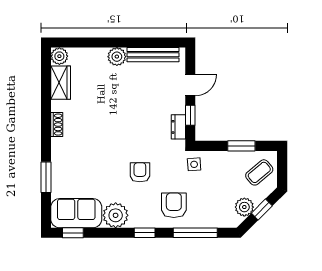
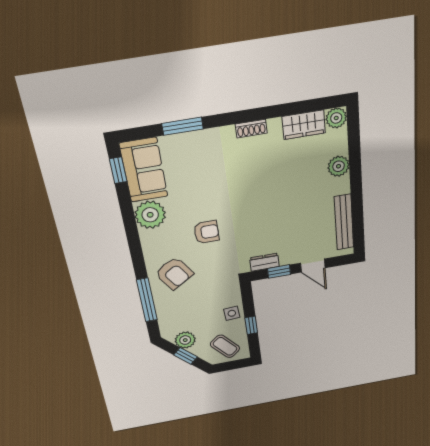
plant: (117, 57) -> (339, 166), moved
window: (241, 146) -> (251, 325), width x0.67
side table: (194, 164) -> (232, 313), moved
armchair: (174, 205) -> (174, 273), turned 57
window: (145, 233) -> (136, 249), removed

